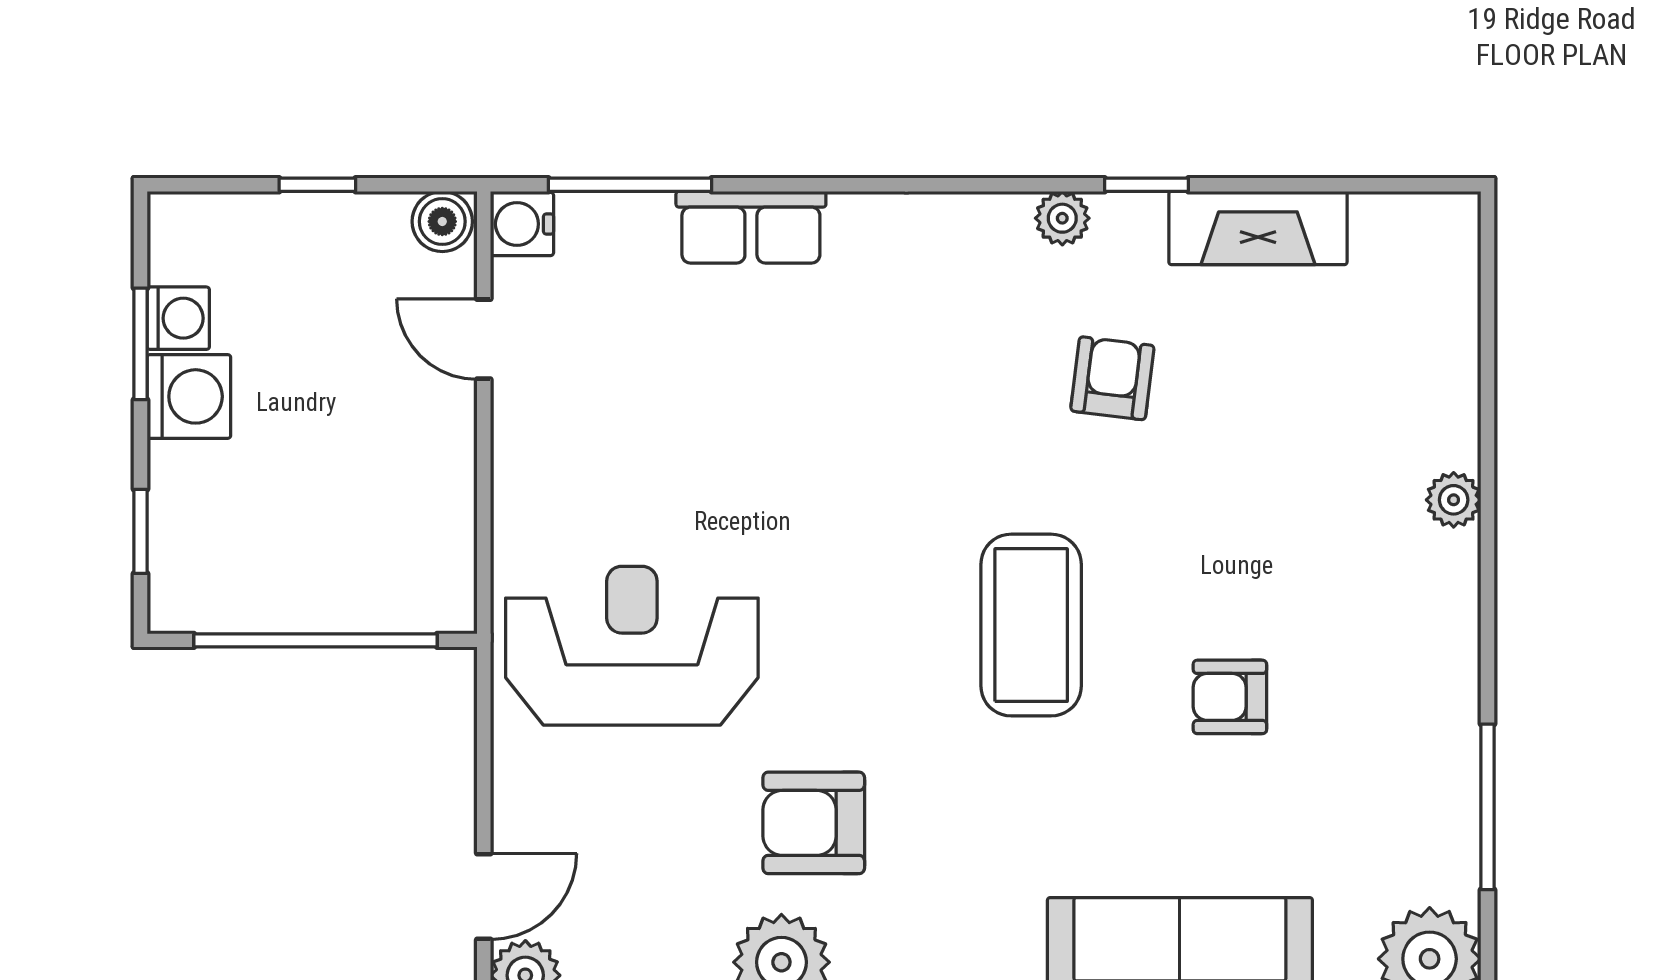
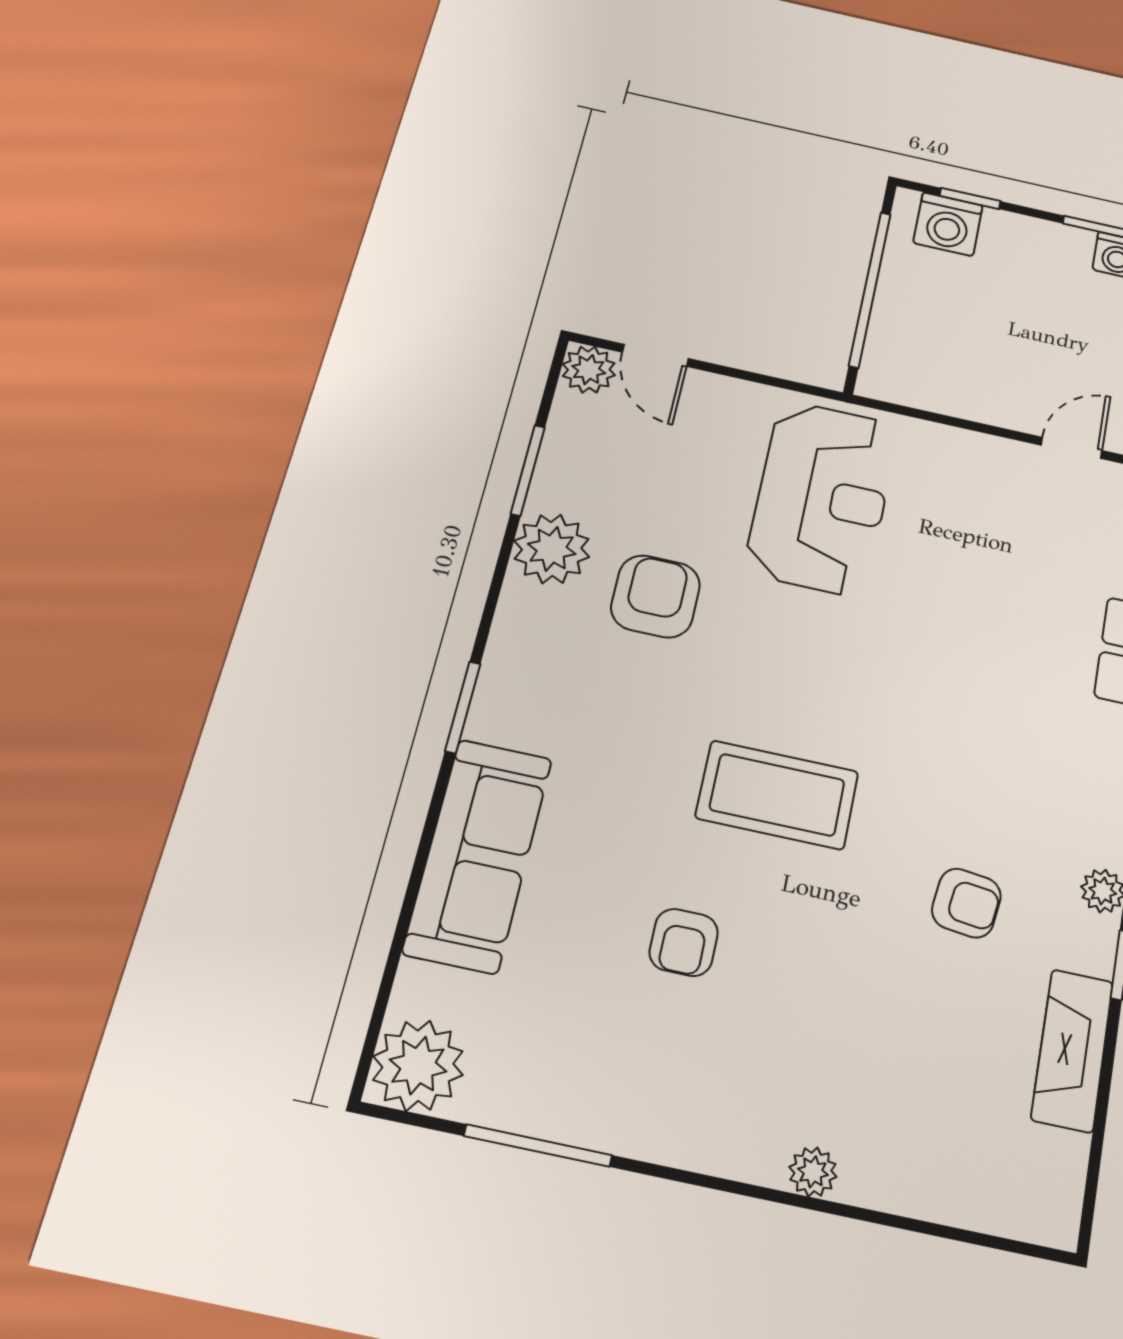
washing machine: (189, 396) -> (948, 224), moved
armchair: (1230, 697) -> (684, 942), turned 180

